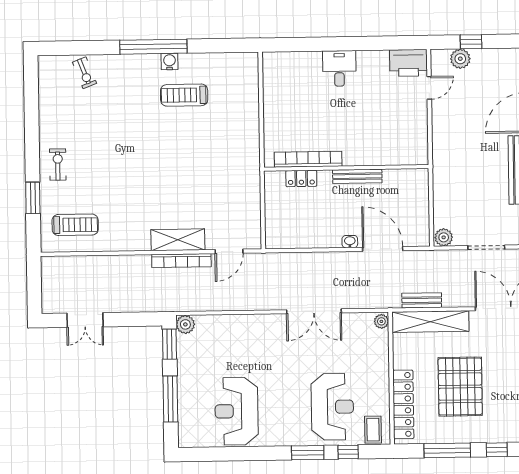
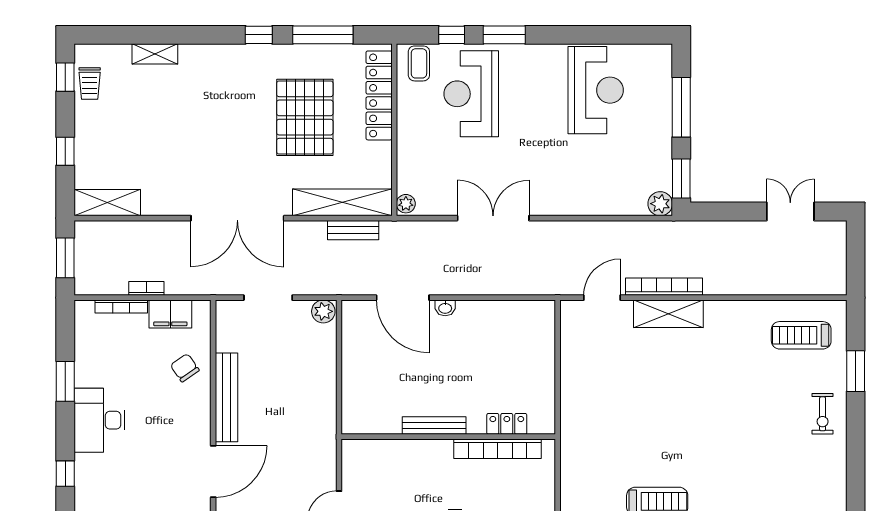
bookcase: (308, 159) -> (498, 449), moved
wall: (346, 168) -> (448, 437), moved
bench: (357, 176) -> (434, 426), moved
locker: (301, 178) -> (507, 424), moved

